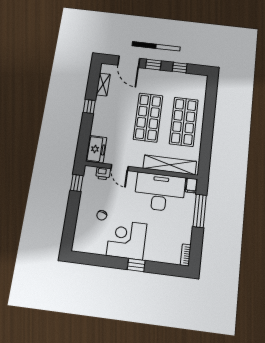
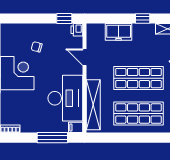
freezer: (96, 149) -> (119, 32), moved
door: (120, 168) -> (84, 57), hinge flipped
printer: (103, 173) -> (77, 30), moved

